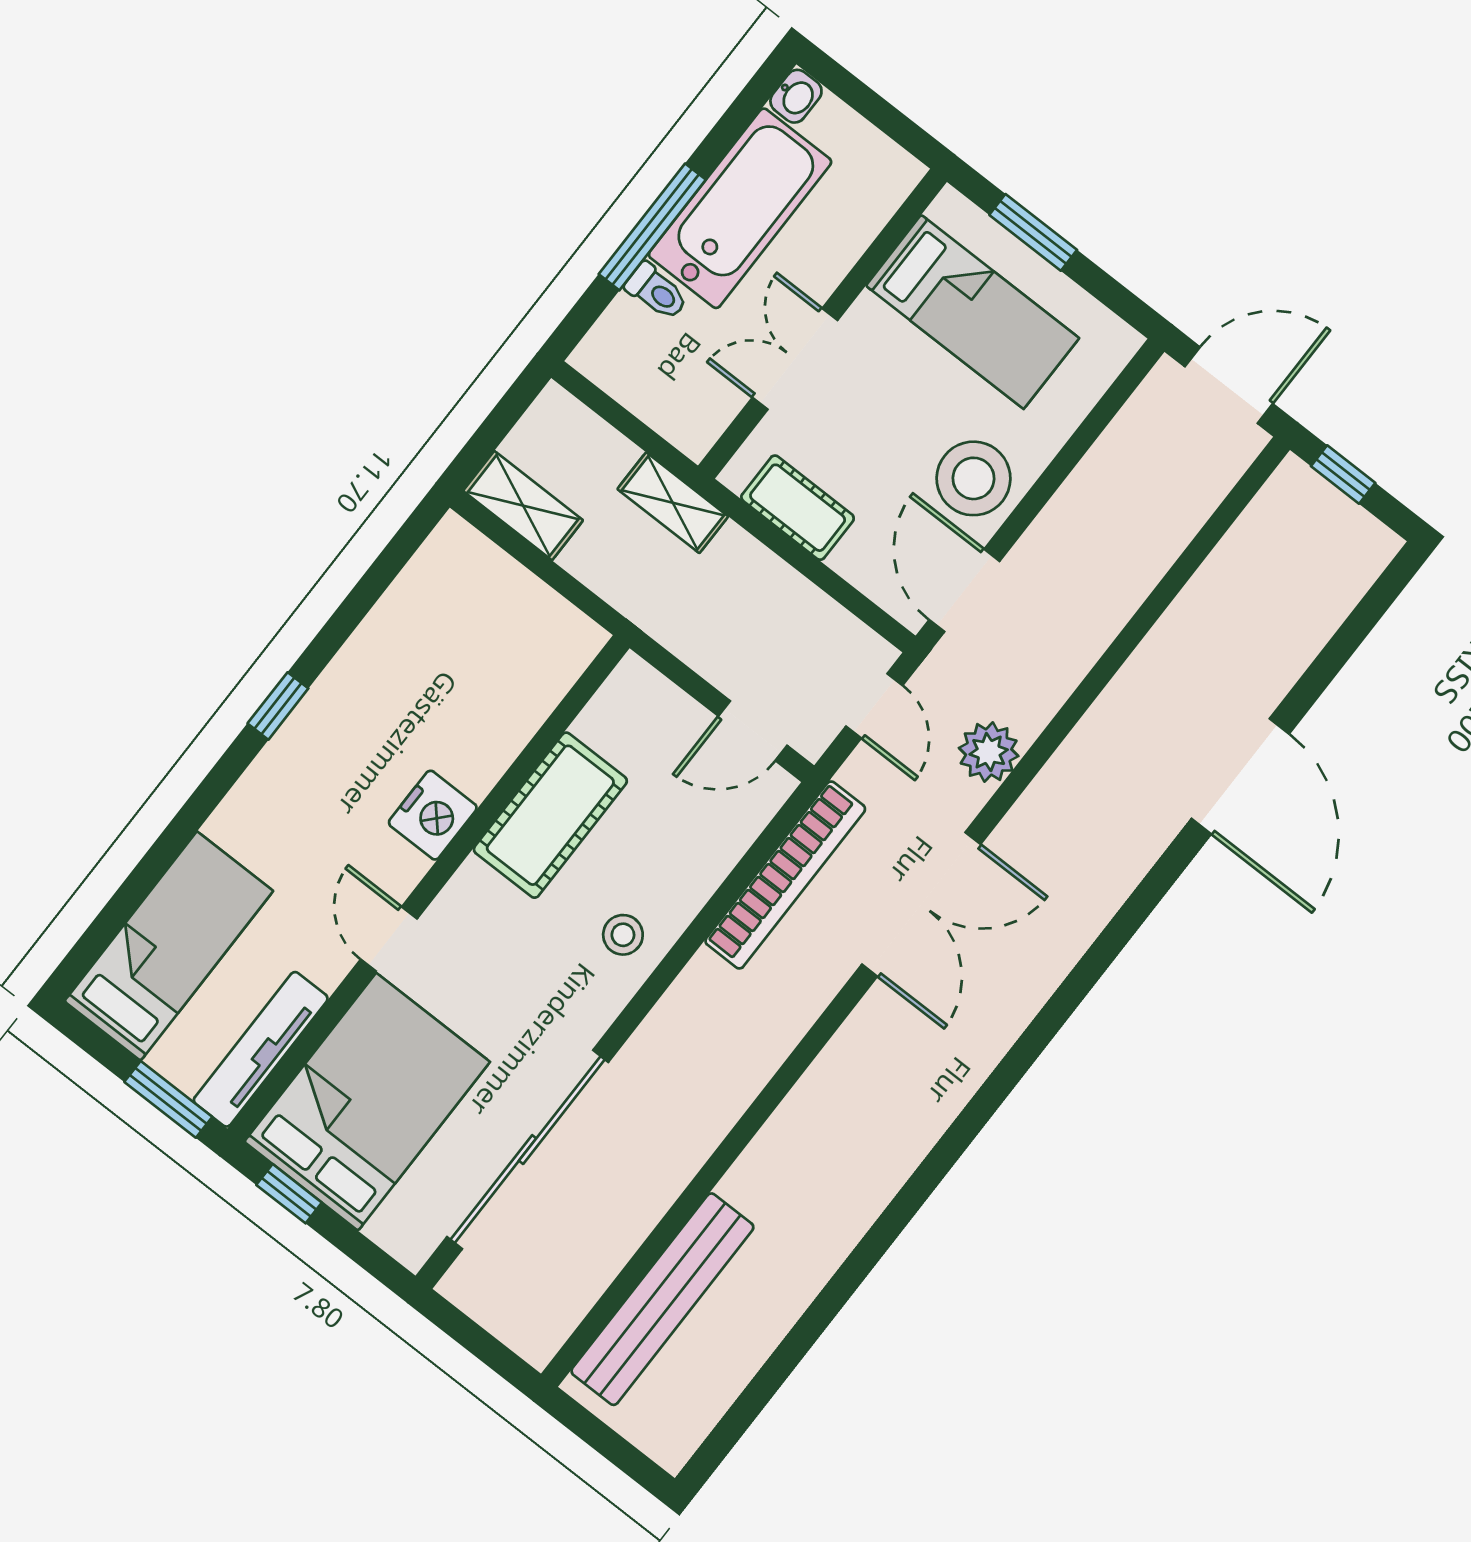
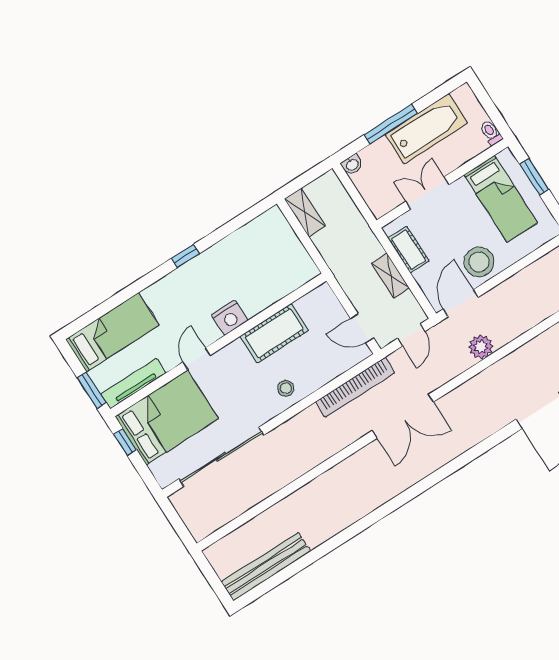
washbasin: (796, 96) -> (352, 165), moved
toilet: (657, 291) -> (491, 133), moved, turned 180
shelving: (673, 503) -> (390, 276), moved
plant: (989, 752) -> (481, 347), moved
bench: (662, 1299) -> (266, 567), moved

